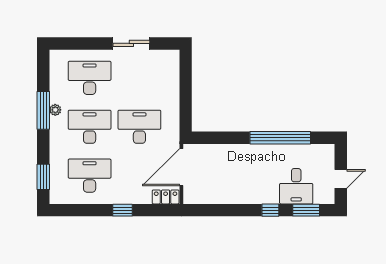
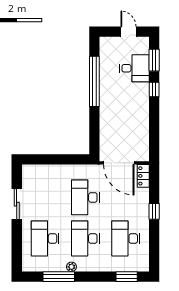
window: (43, 110) -> (59, 277), moved

